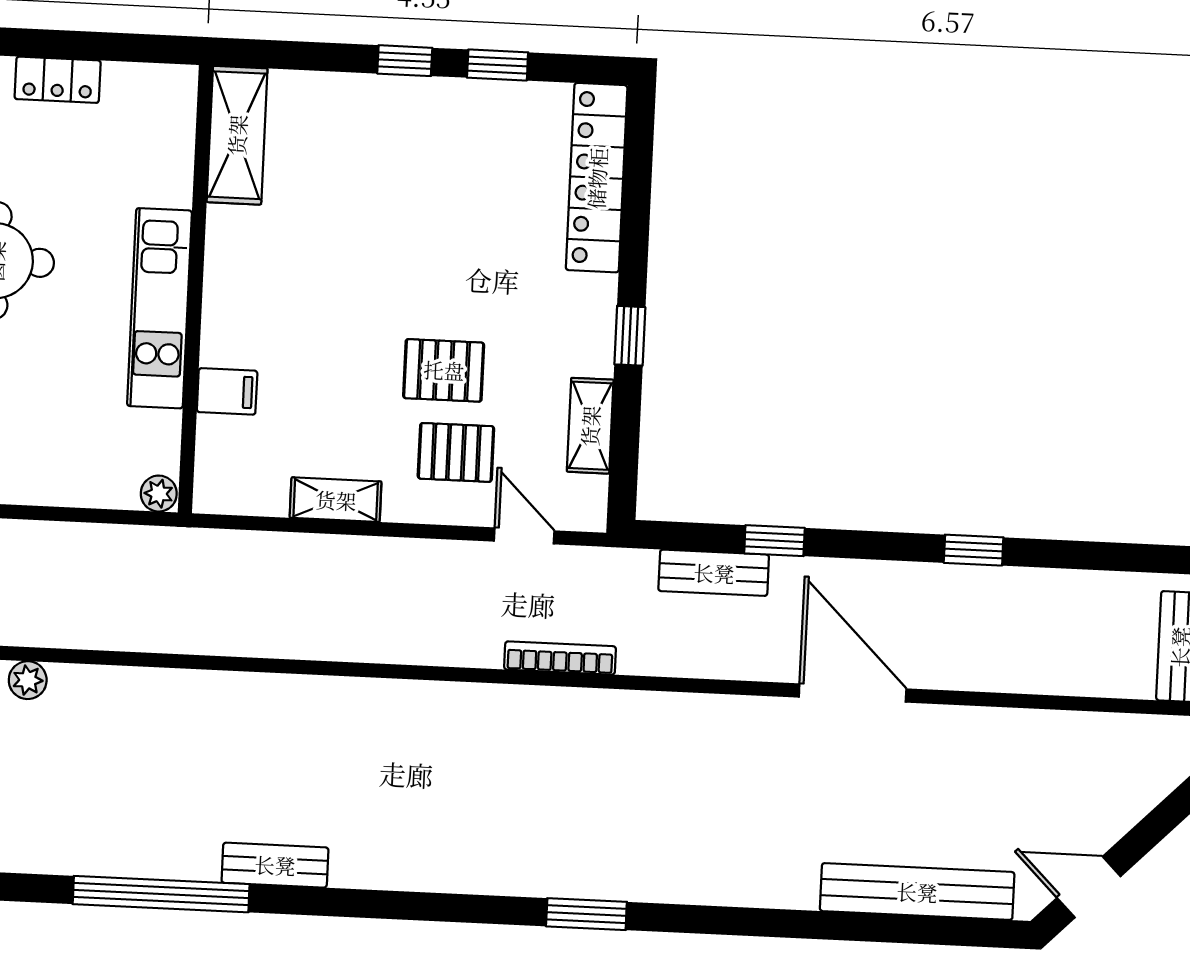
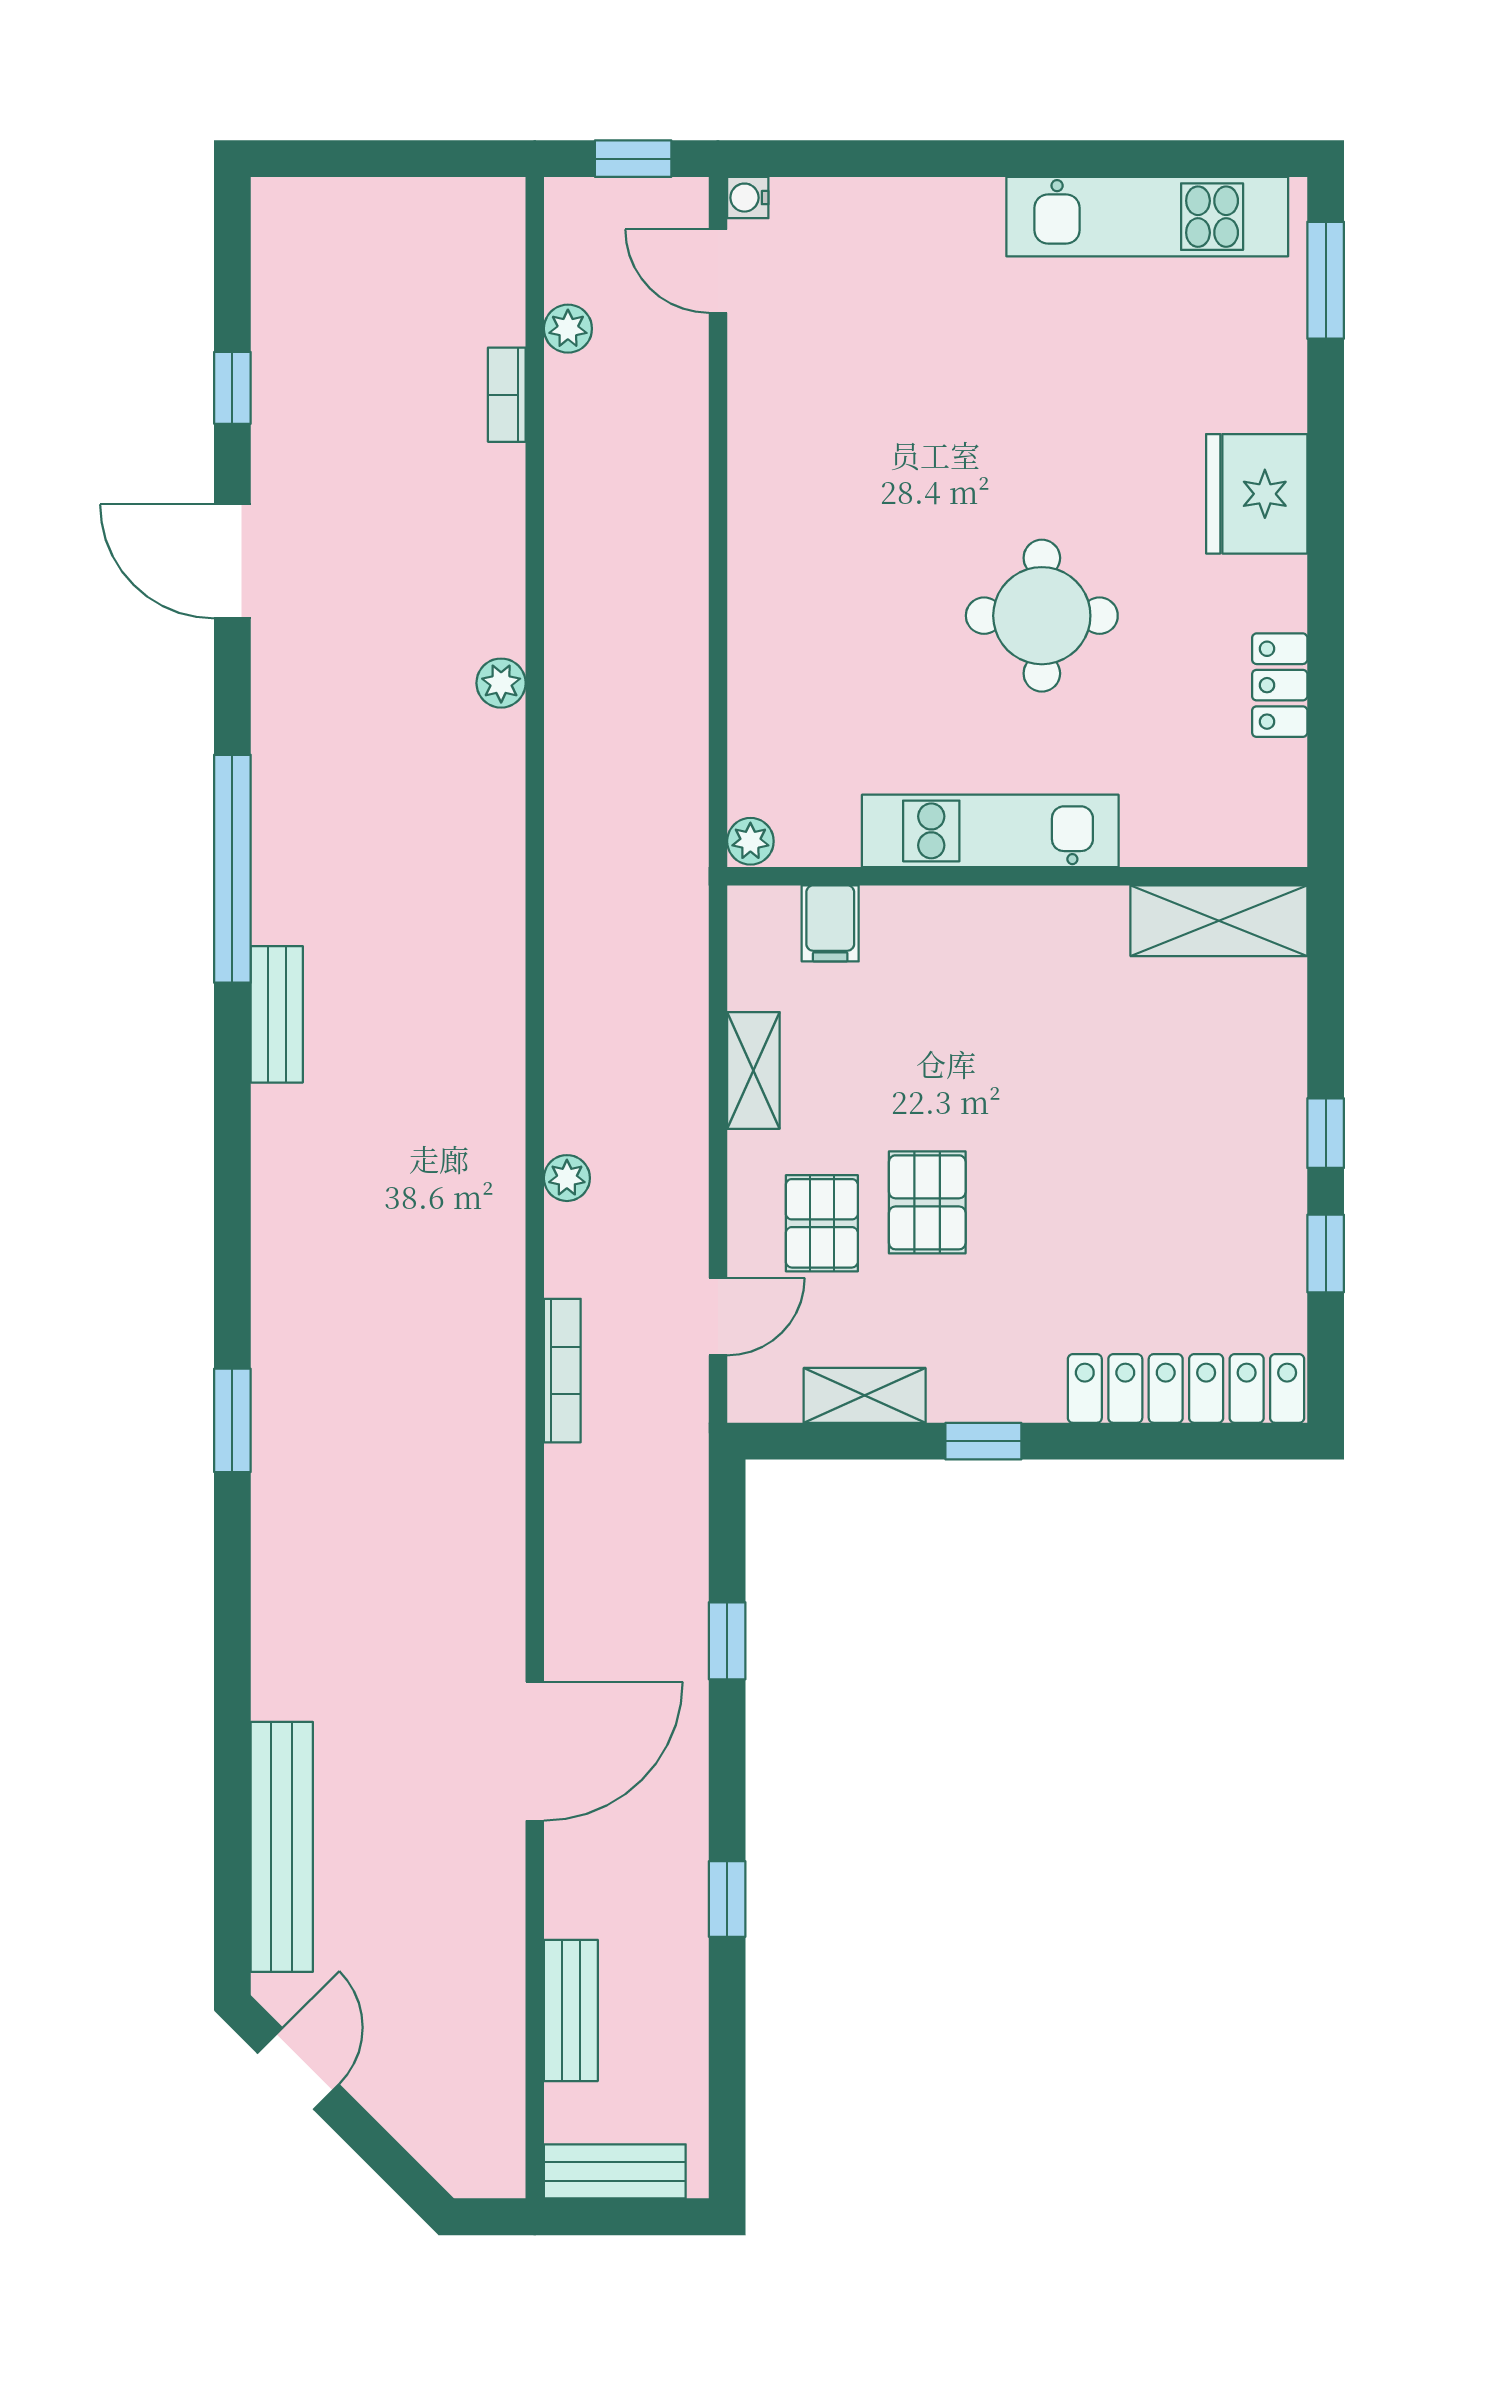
filing cabinet: (227, 391) -> (830, 923), moved
bench: (714, 573) -> (571, 2010), moved
plant: (412, 647) -> (567, 1178), added

